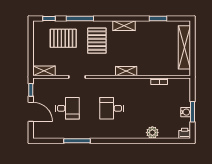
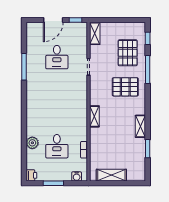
shelving: (124, 26) -> (140, 126), moved
shelving: (184, 47) -> (111, 175), width x0.68
desk: (112, 108) -> (57, 146), moved, turned 180
water cooler: (186, 112) -> (77, 176), moved

